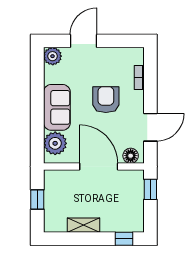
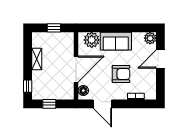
door: (84, 41) -> (160, 59), swing flipped
window: (150, 189) -> (49, 104), moved

